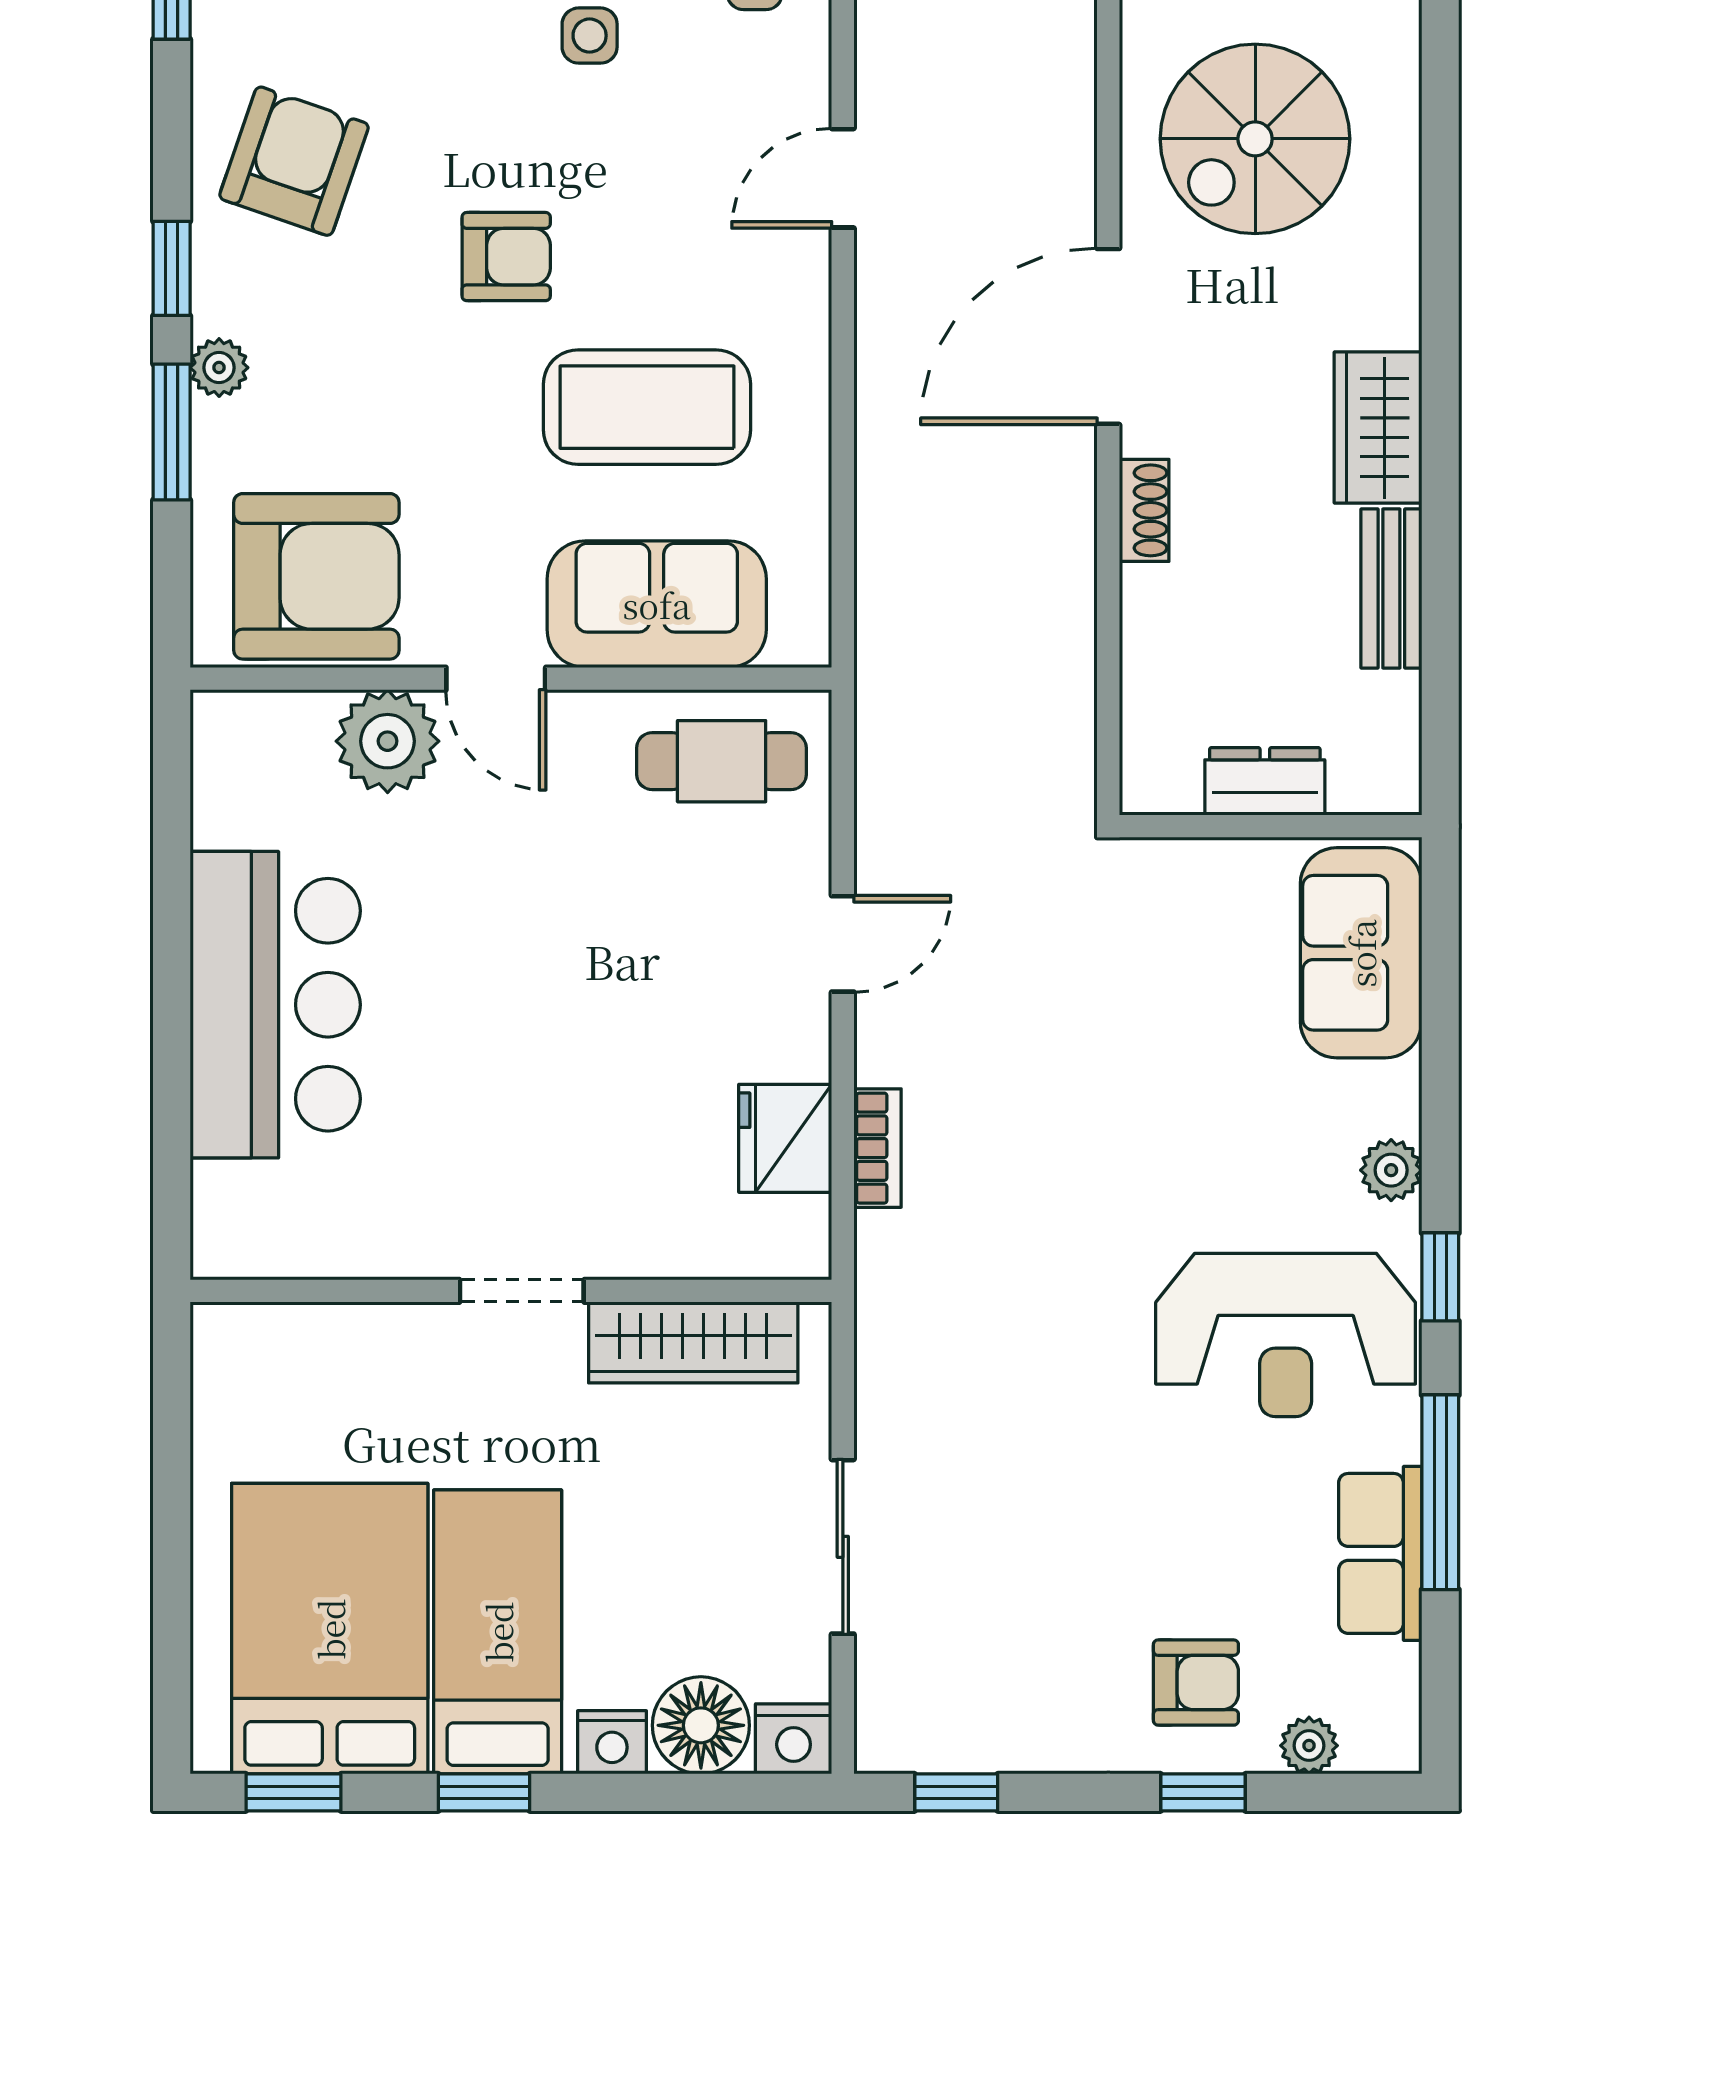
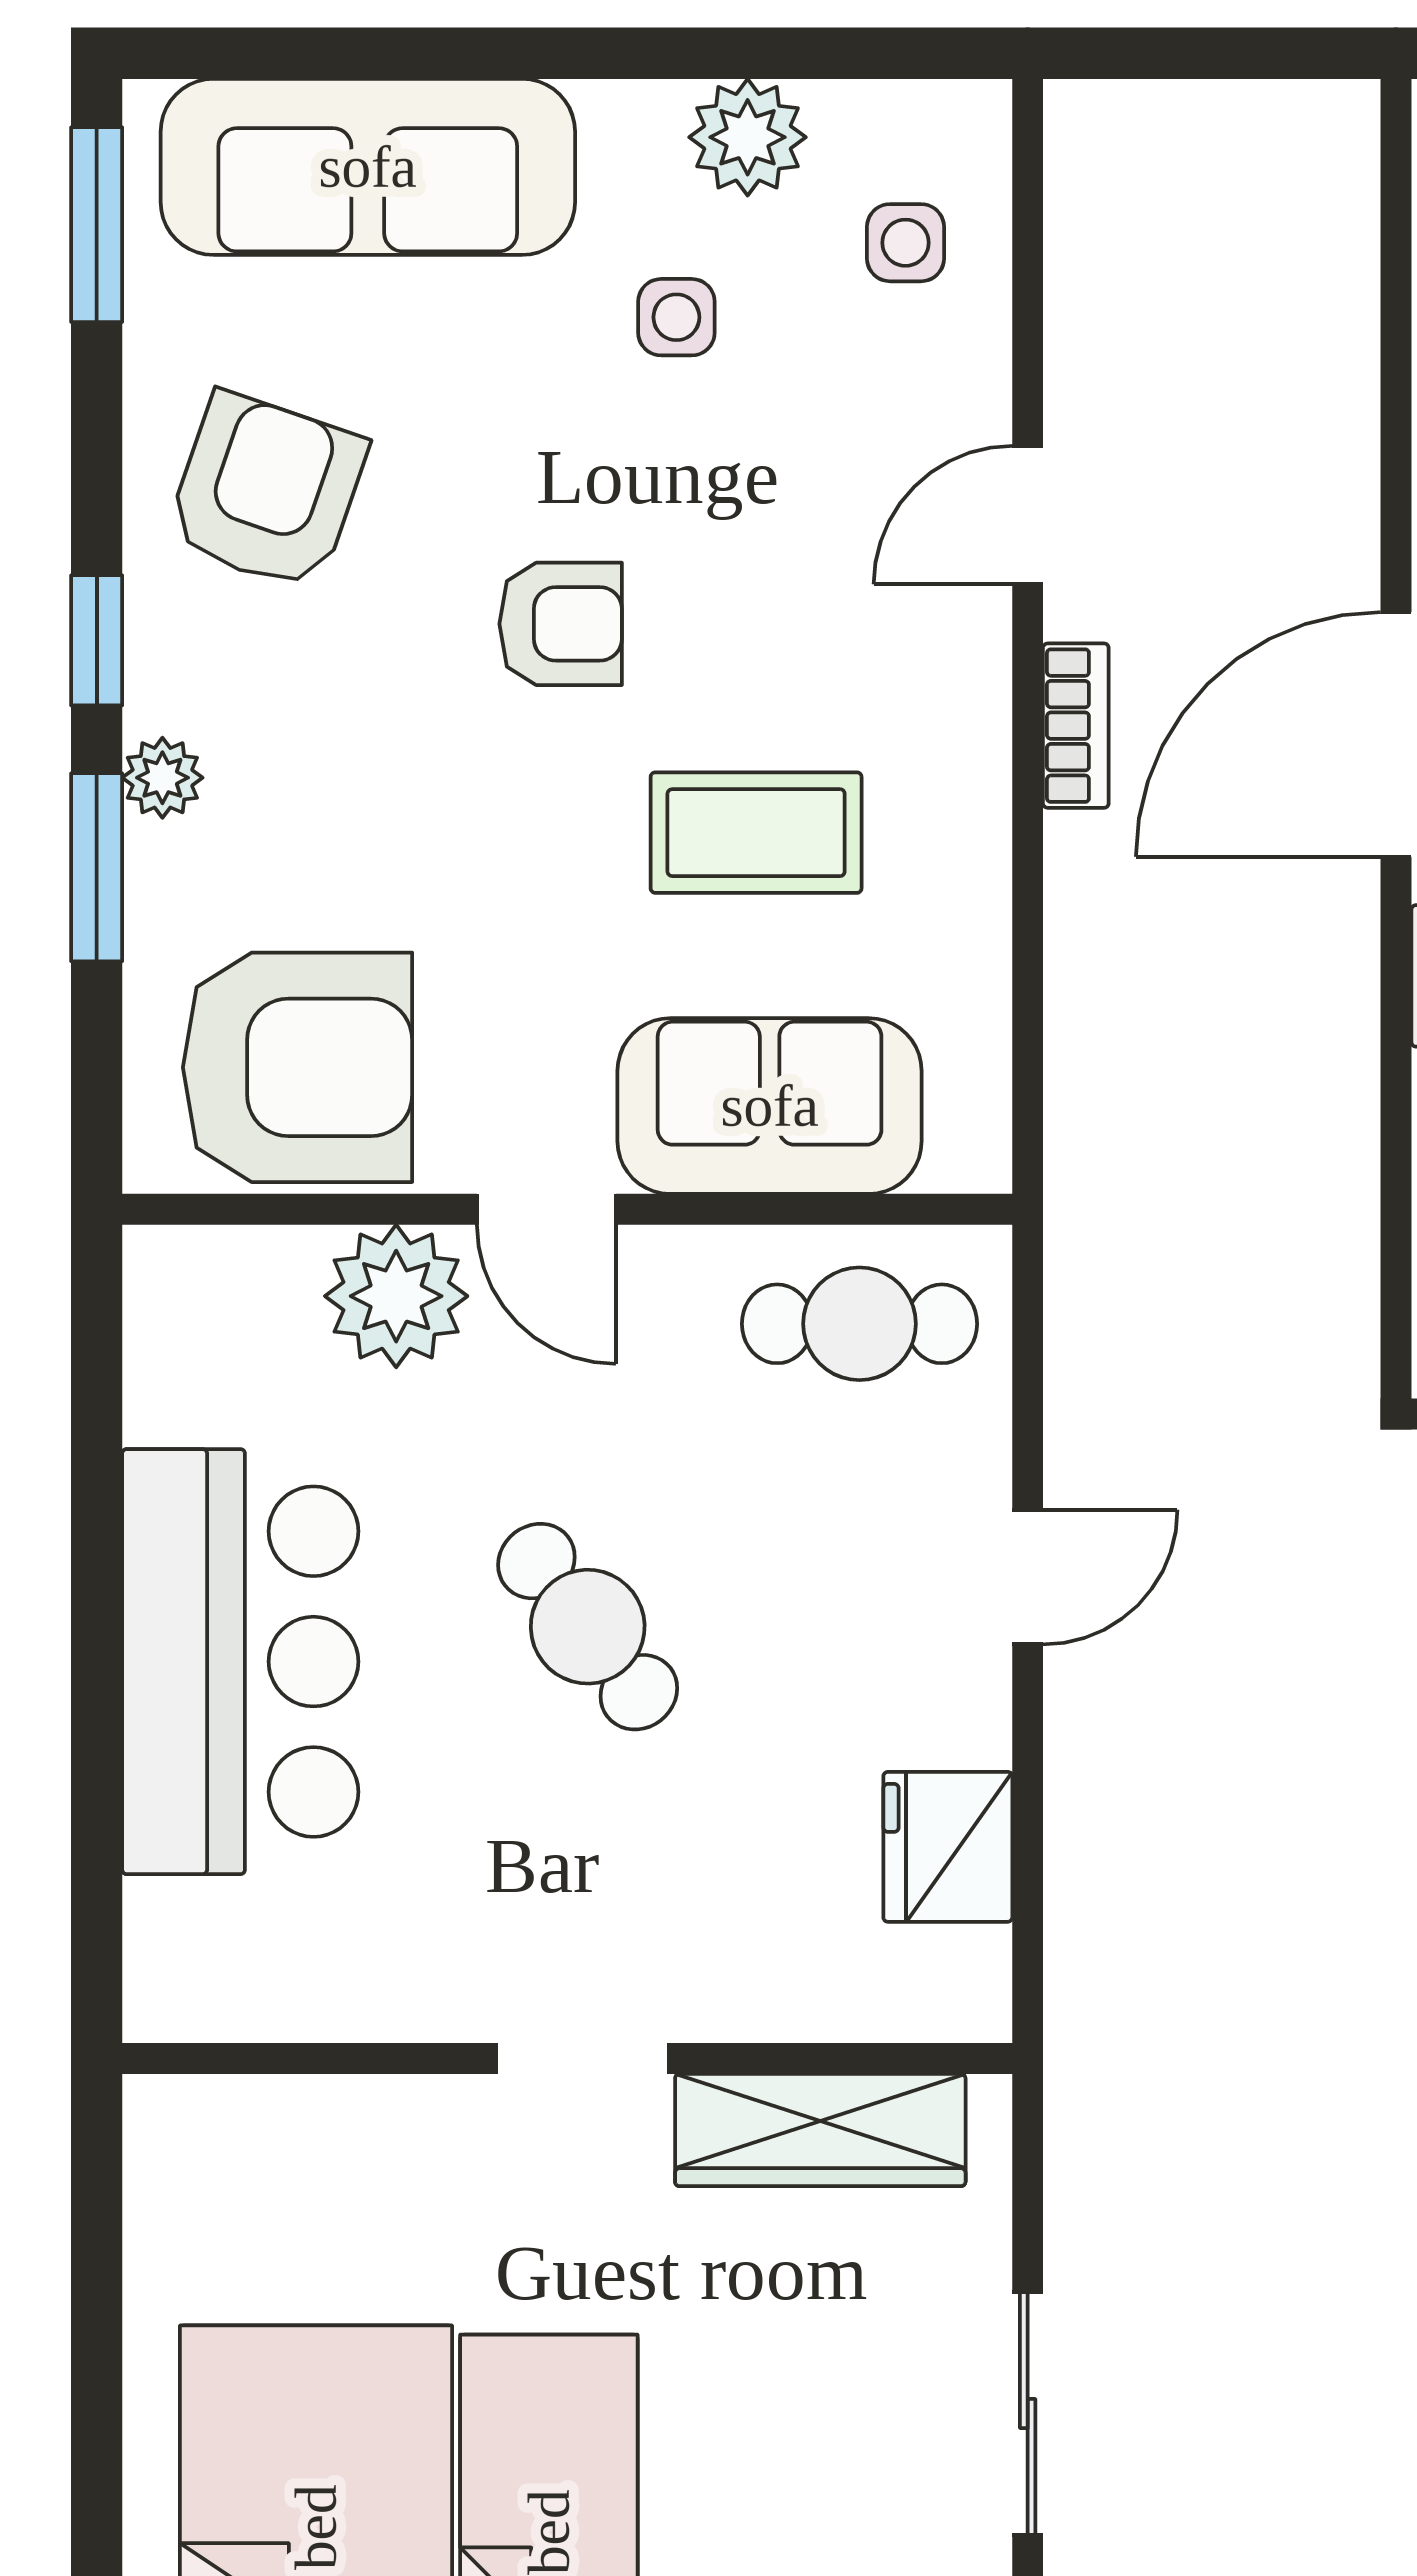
coffee table: (647, 407) -> (756, 833), width x0.73, depth x0.76
cafe table: (526, 980) -> (588, 1627), added
bookcase: (878, 1148) -> (1076, 726), moved

